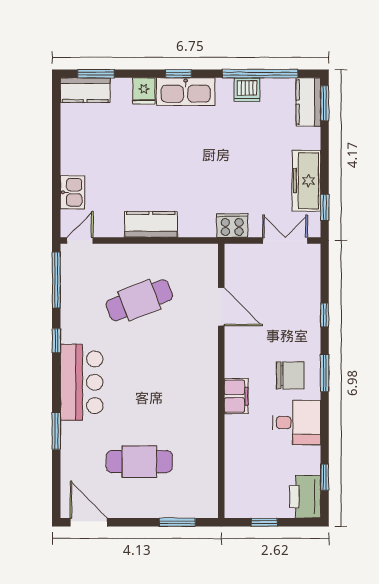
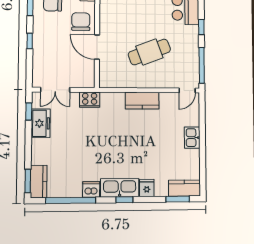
dishwasher: (247, 90) -> (91, 189), moved
freezer: (306, 181) -> (41, 123), width x0.71
kitchen sink: (72, 192) -> (192, 138), moved
chair: (247, 346) -> (81, 22), added

